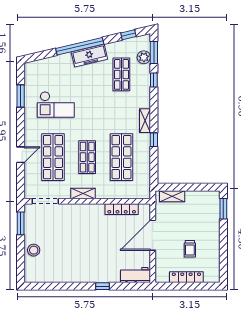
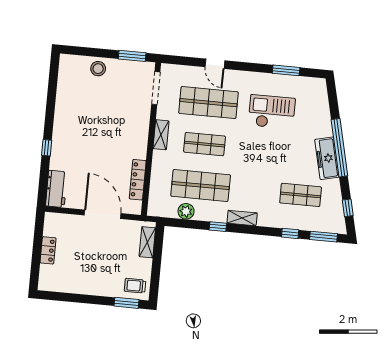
plant: (144, 57) -> (186, 211), moved
checkout: (56, 105) -> (272, 112), turned 90
trolley: (190, 249) -> (135, 286), moved
locker: (186, 277) -> (48, 250), width x0.66

